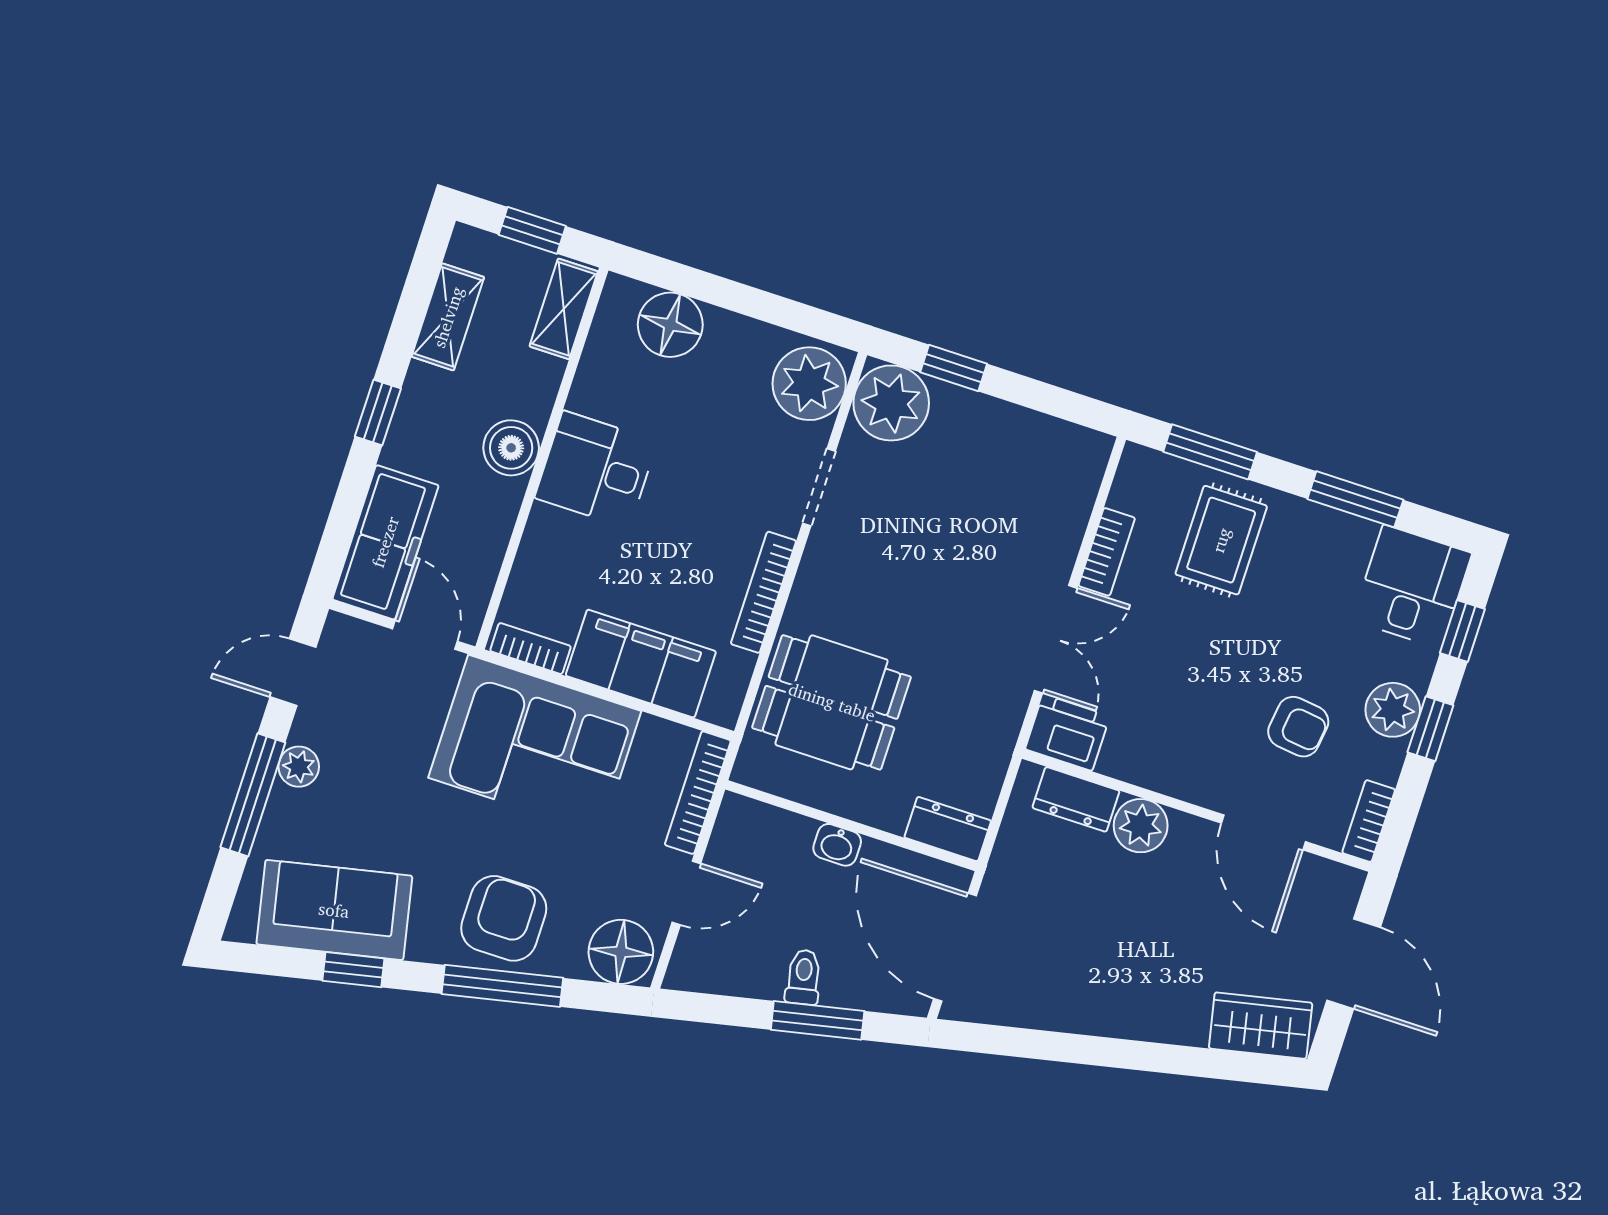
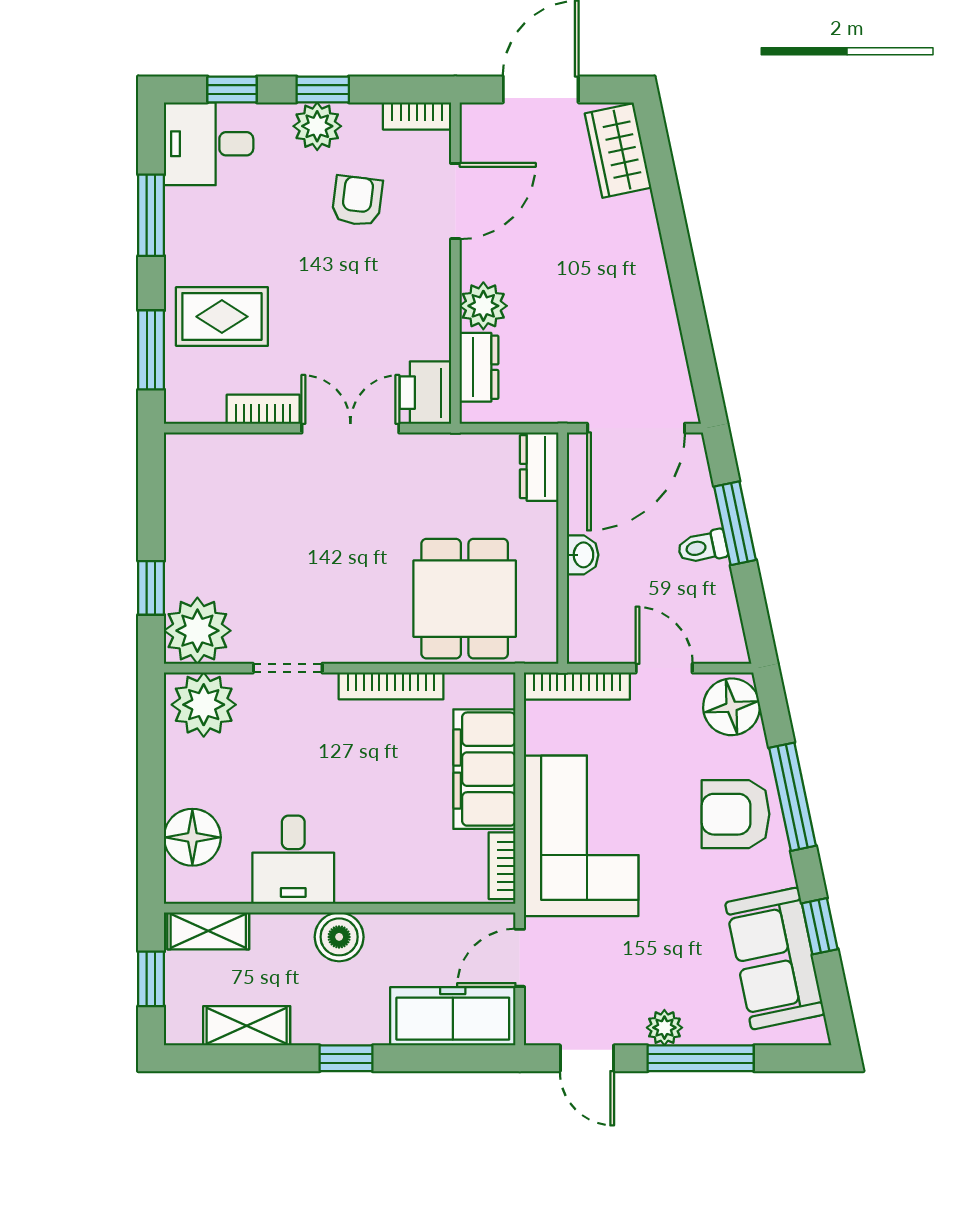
desk: (596, 469) -> (293, 860), moved

